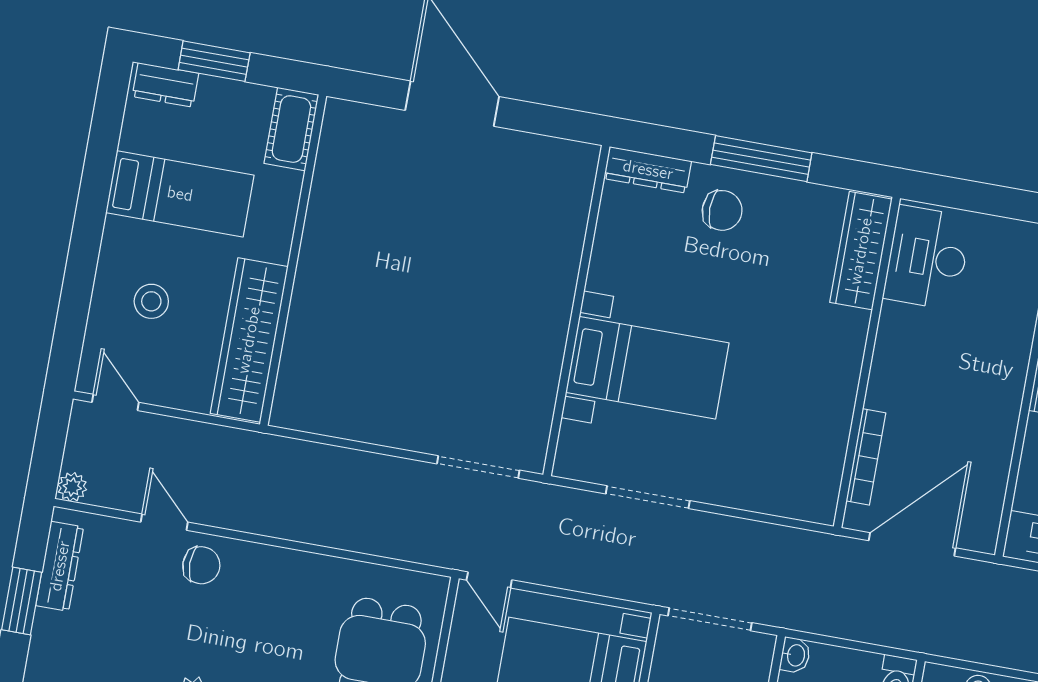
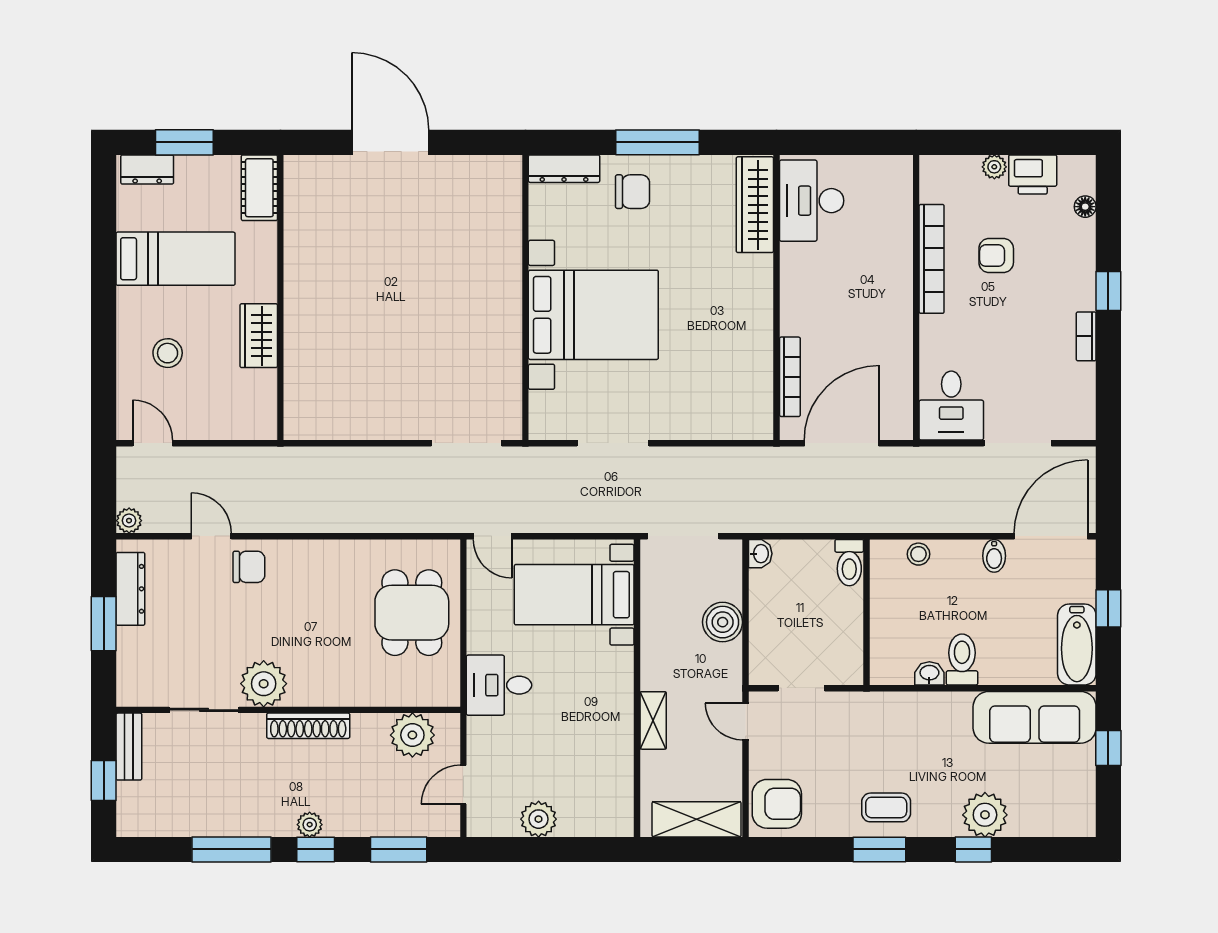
wardrobe: (249, 340) -> (259, 336), width x0.48, depth x0.85
bed with nightstands: (647, 368) -> (593, 315), width x1.36

